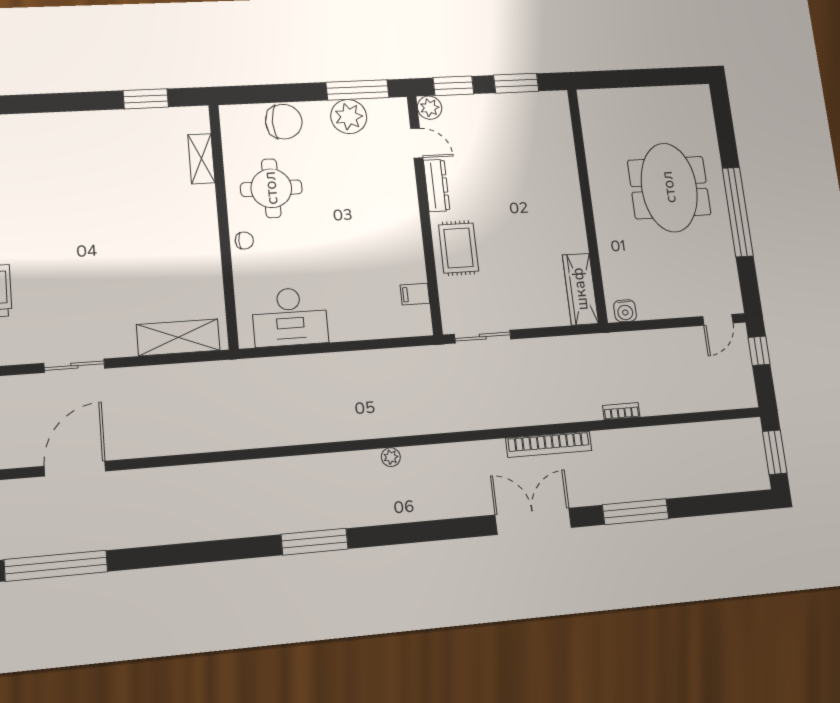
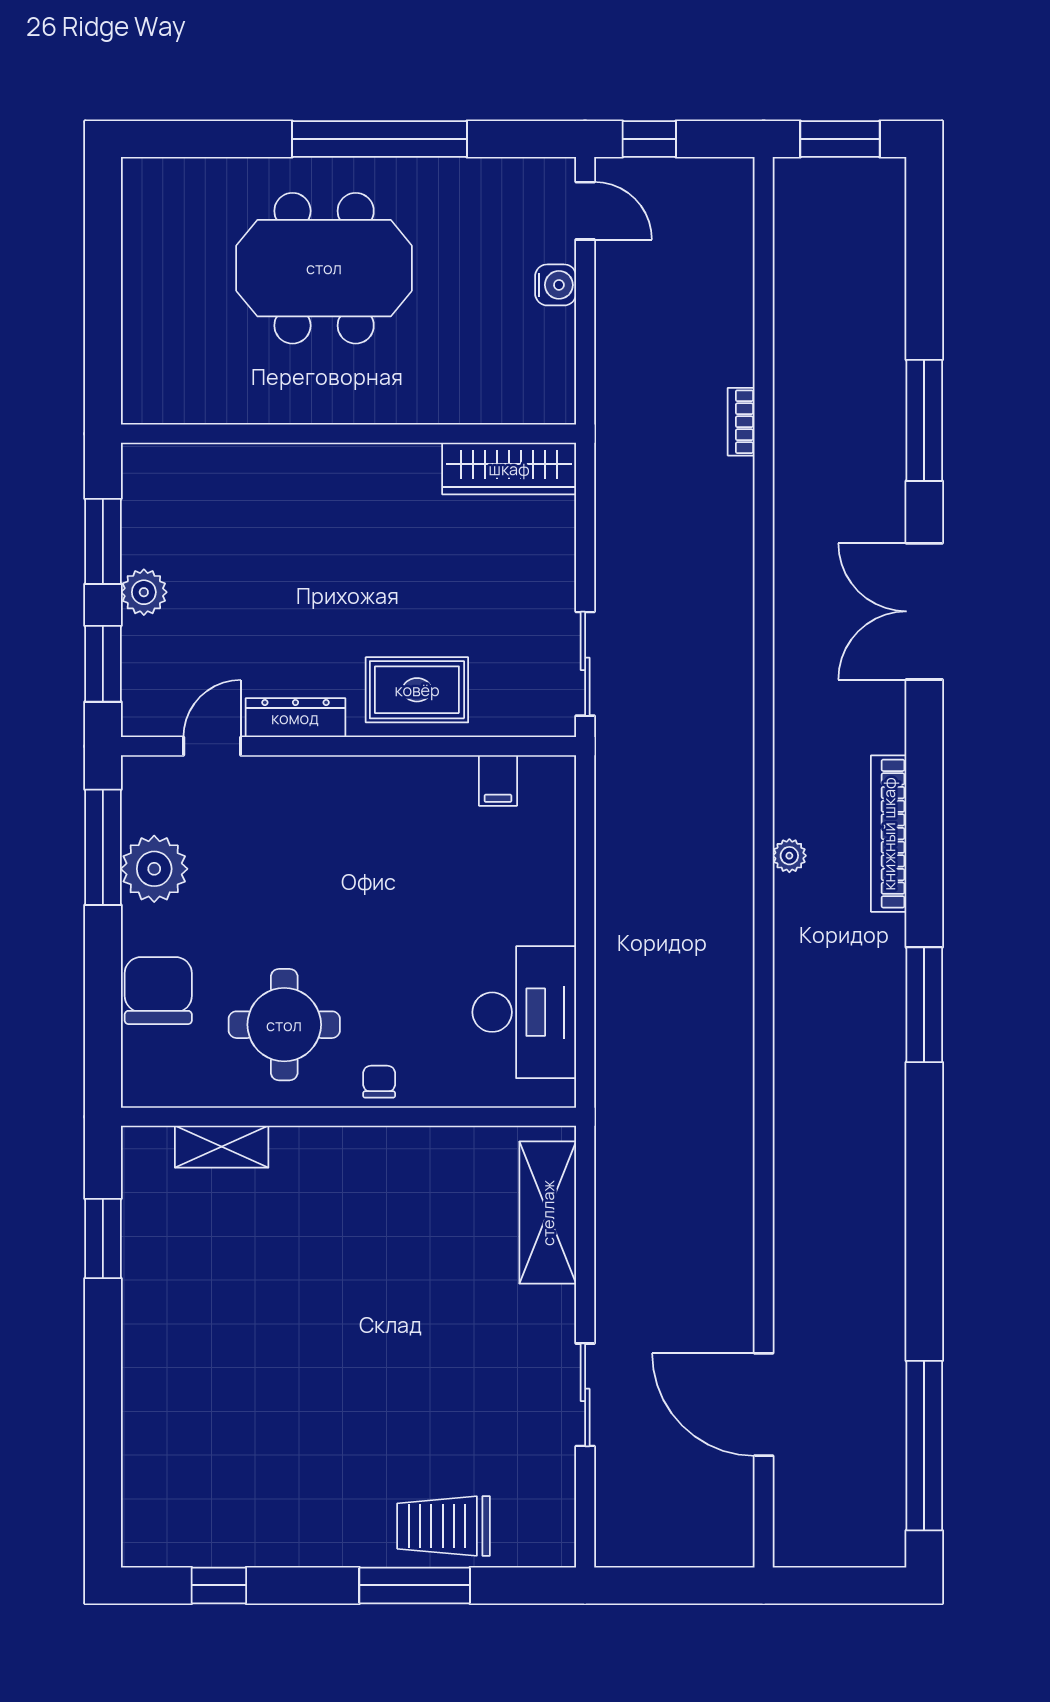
plant: (430, 108) -> (144, 592), moved
water cooler: (625, 311) -> (556, 285), moved
bookcase: (549, 444) -> (889, 834), moved, turned 180

